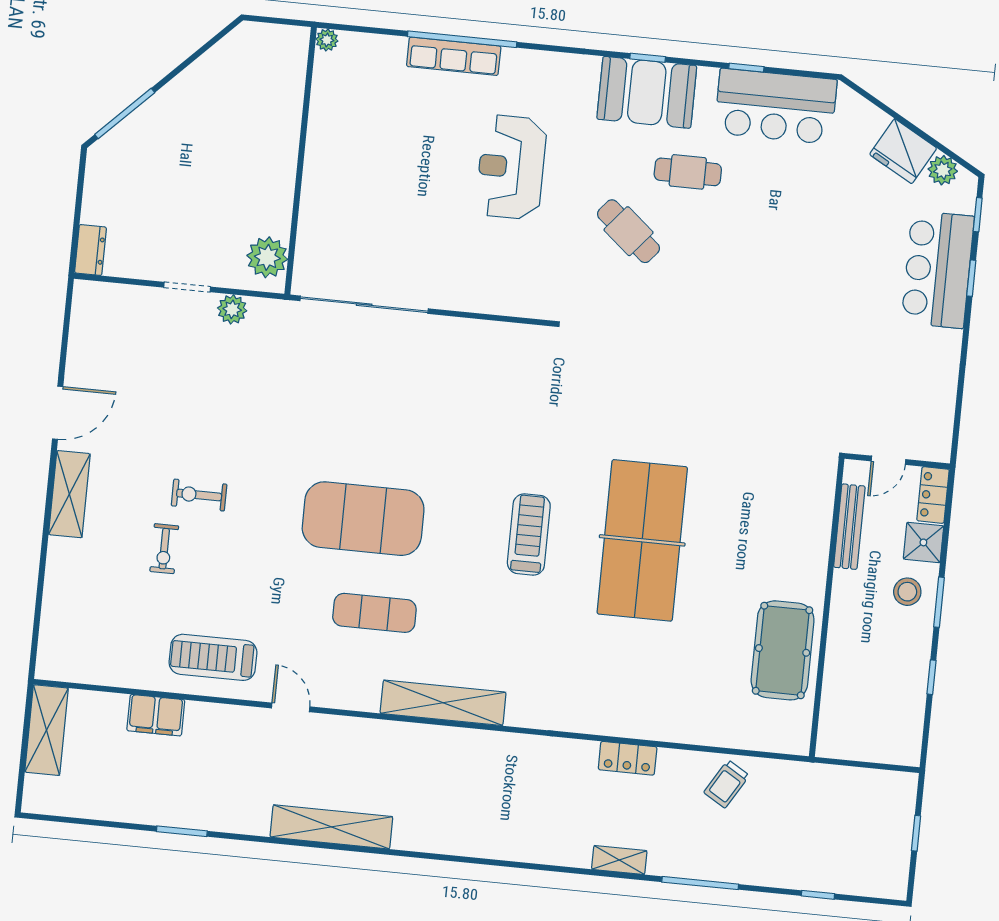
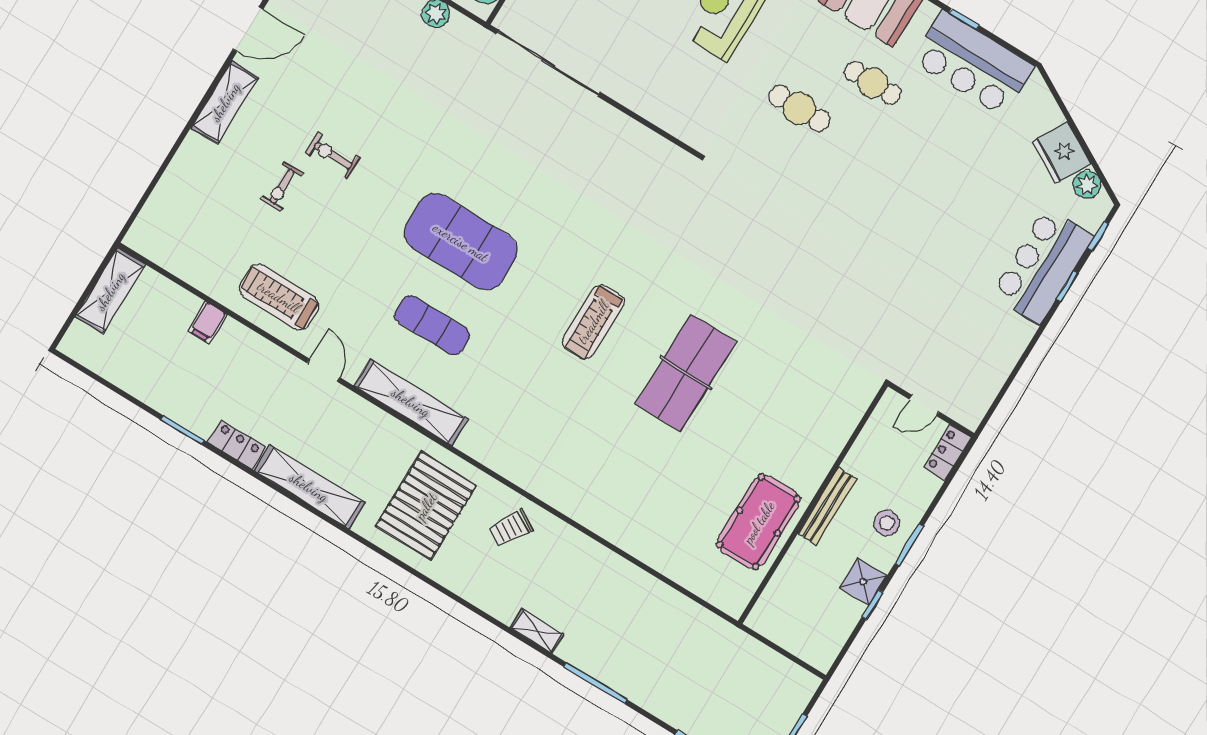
cafe table: (628, 231) -> (799, 108), turned -40
bench: (849, 527) -> (827, 506), moved
treadmill: (529, 534) -> (593, 322), turned 180
table tennis table: (642, 540) -> (686, 373), width x0.73, depth x0.76
shower: (923, 542) -> (863, 582), moved
shelving: (443, 703) -> (411, 402), moved
filing cabinet: (156, 715) -> (208, 322), width x0.50
locker: (628, 758) -> (237, 445), moved, turned 180
trolley: (726, 784) -> (511, 528), moved
pallet: (453, 790) -> (426, 506), added

